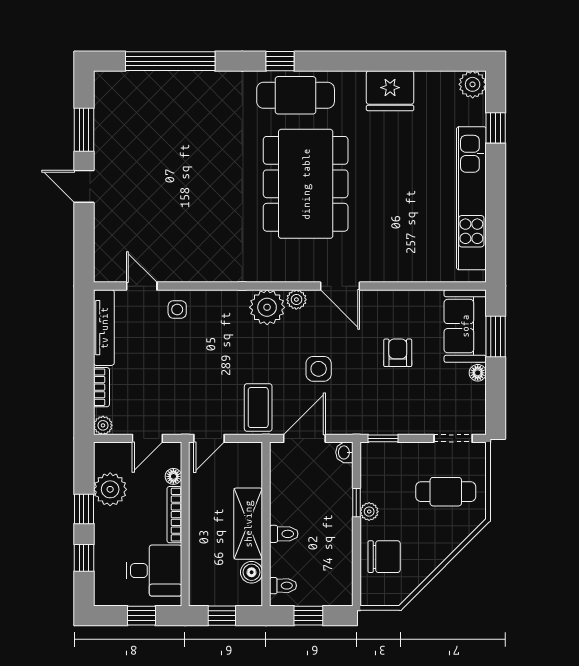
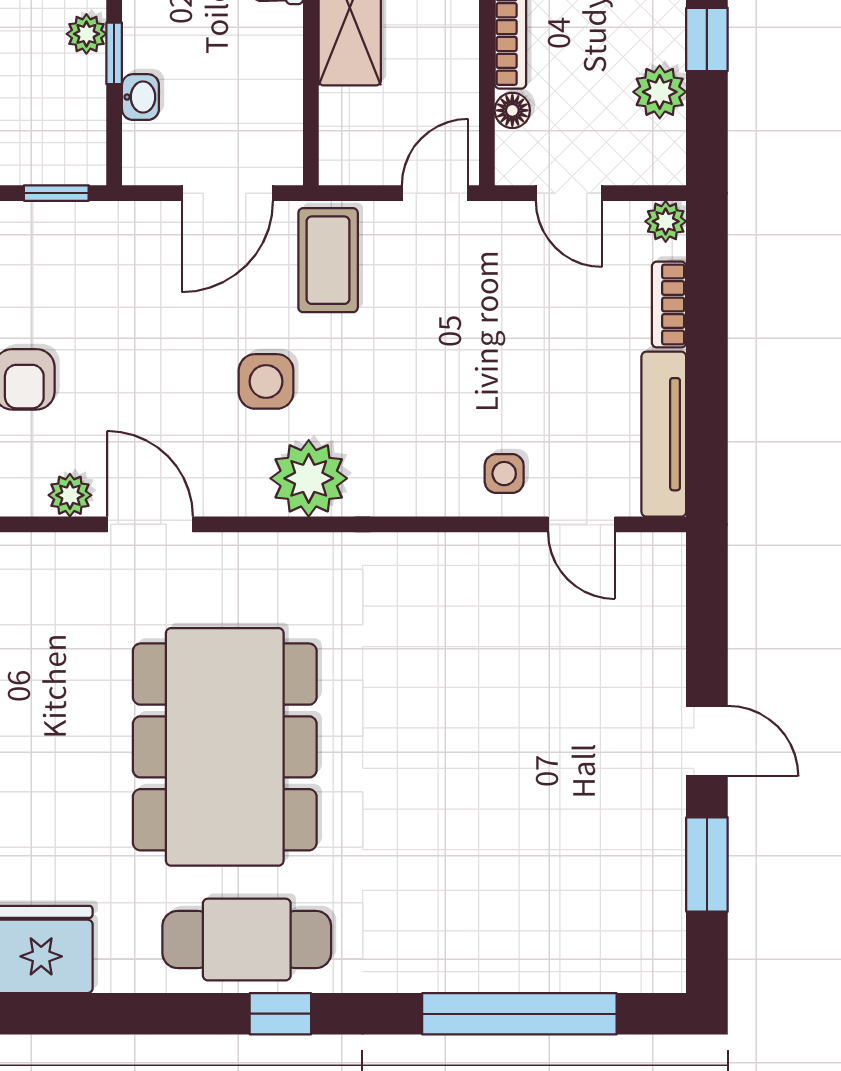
plant: (296, 300) -> (70, 495), moved
side table: (319, 369) -> (266, 381), moved
door: (147, 438) -> (569, 193), swing flipped
washbasin: (344, 452) -> (140, 97), moved
plant: (110, 489) -> (660, 92), width x0.73, depth x0.73

